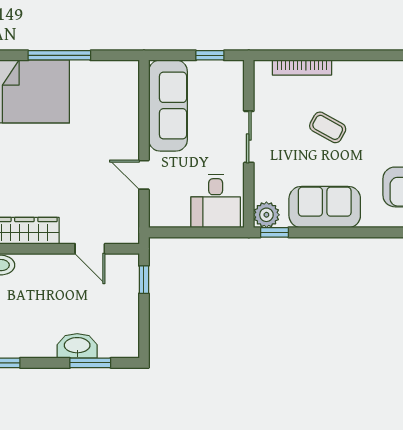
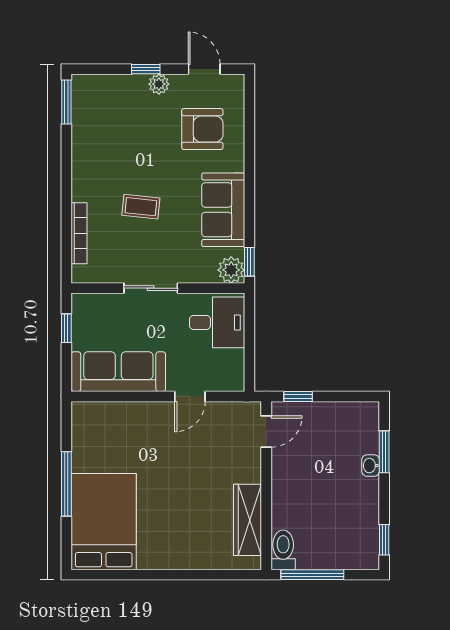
coffee table: (328, 127) -> (141, 207), turned 67
door: (90, 249) -> (266, 431), moved
washbasin: (77, 346) -> (371, 466), width x0.52, depth x0.69

